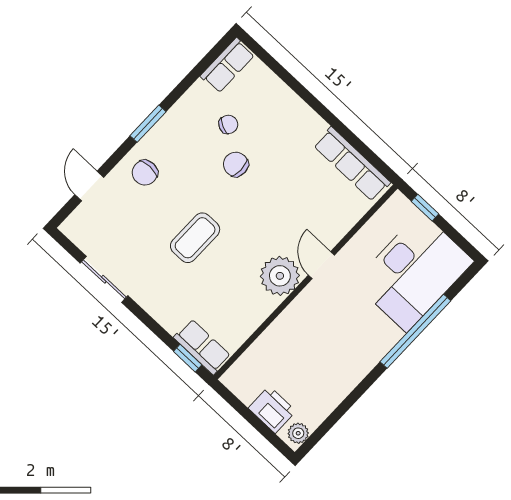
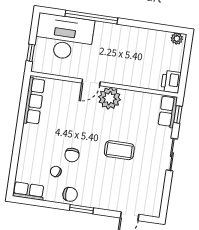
chair: (145, 173) -> (70, 194), moved
sliding door: (104, 279) -> (172, 155), moved
printer: (272, 410) -> (171, 82), moved

